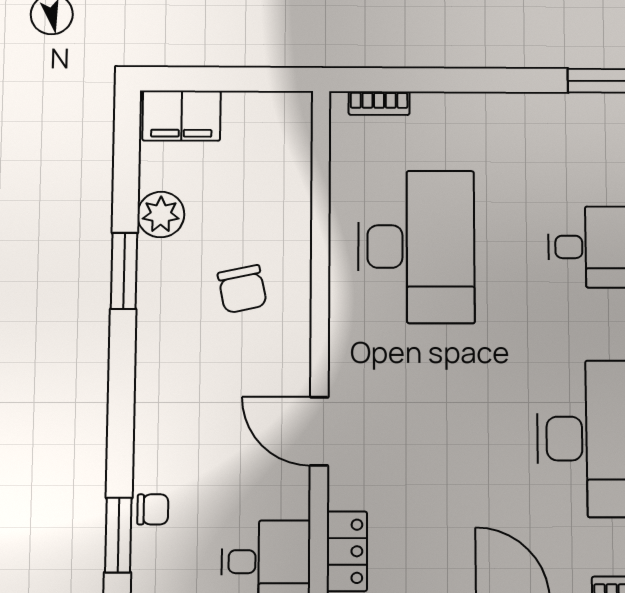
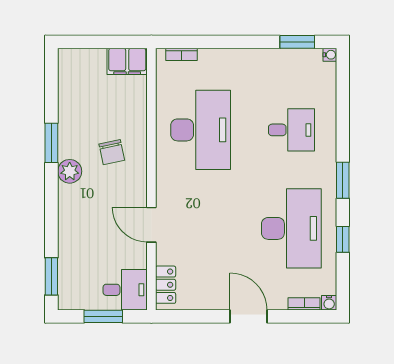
filing cabinet: (182, 116) -> (127, 61), moved
plant: (161, 215) -> (70, 171), moved
chair: (153, 509) -> (68, 264), removed

